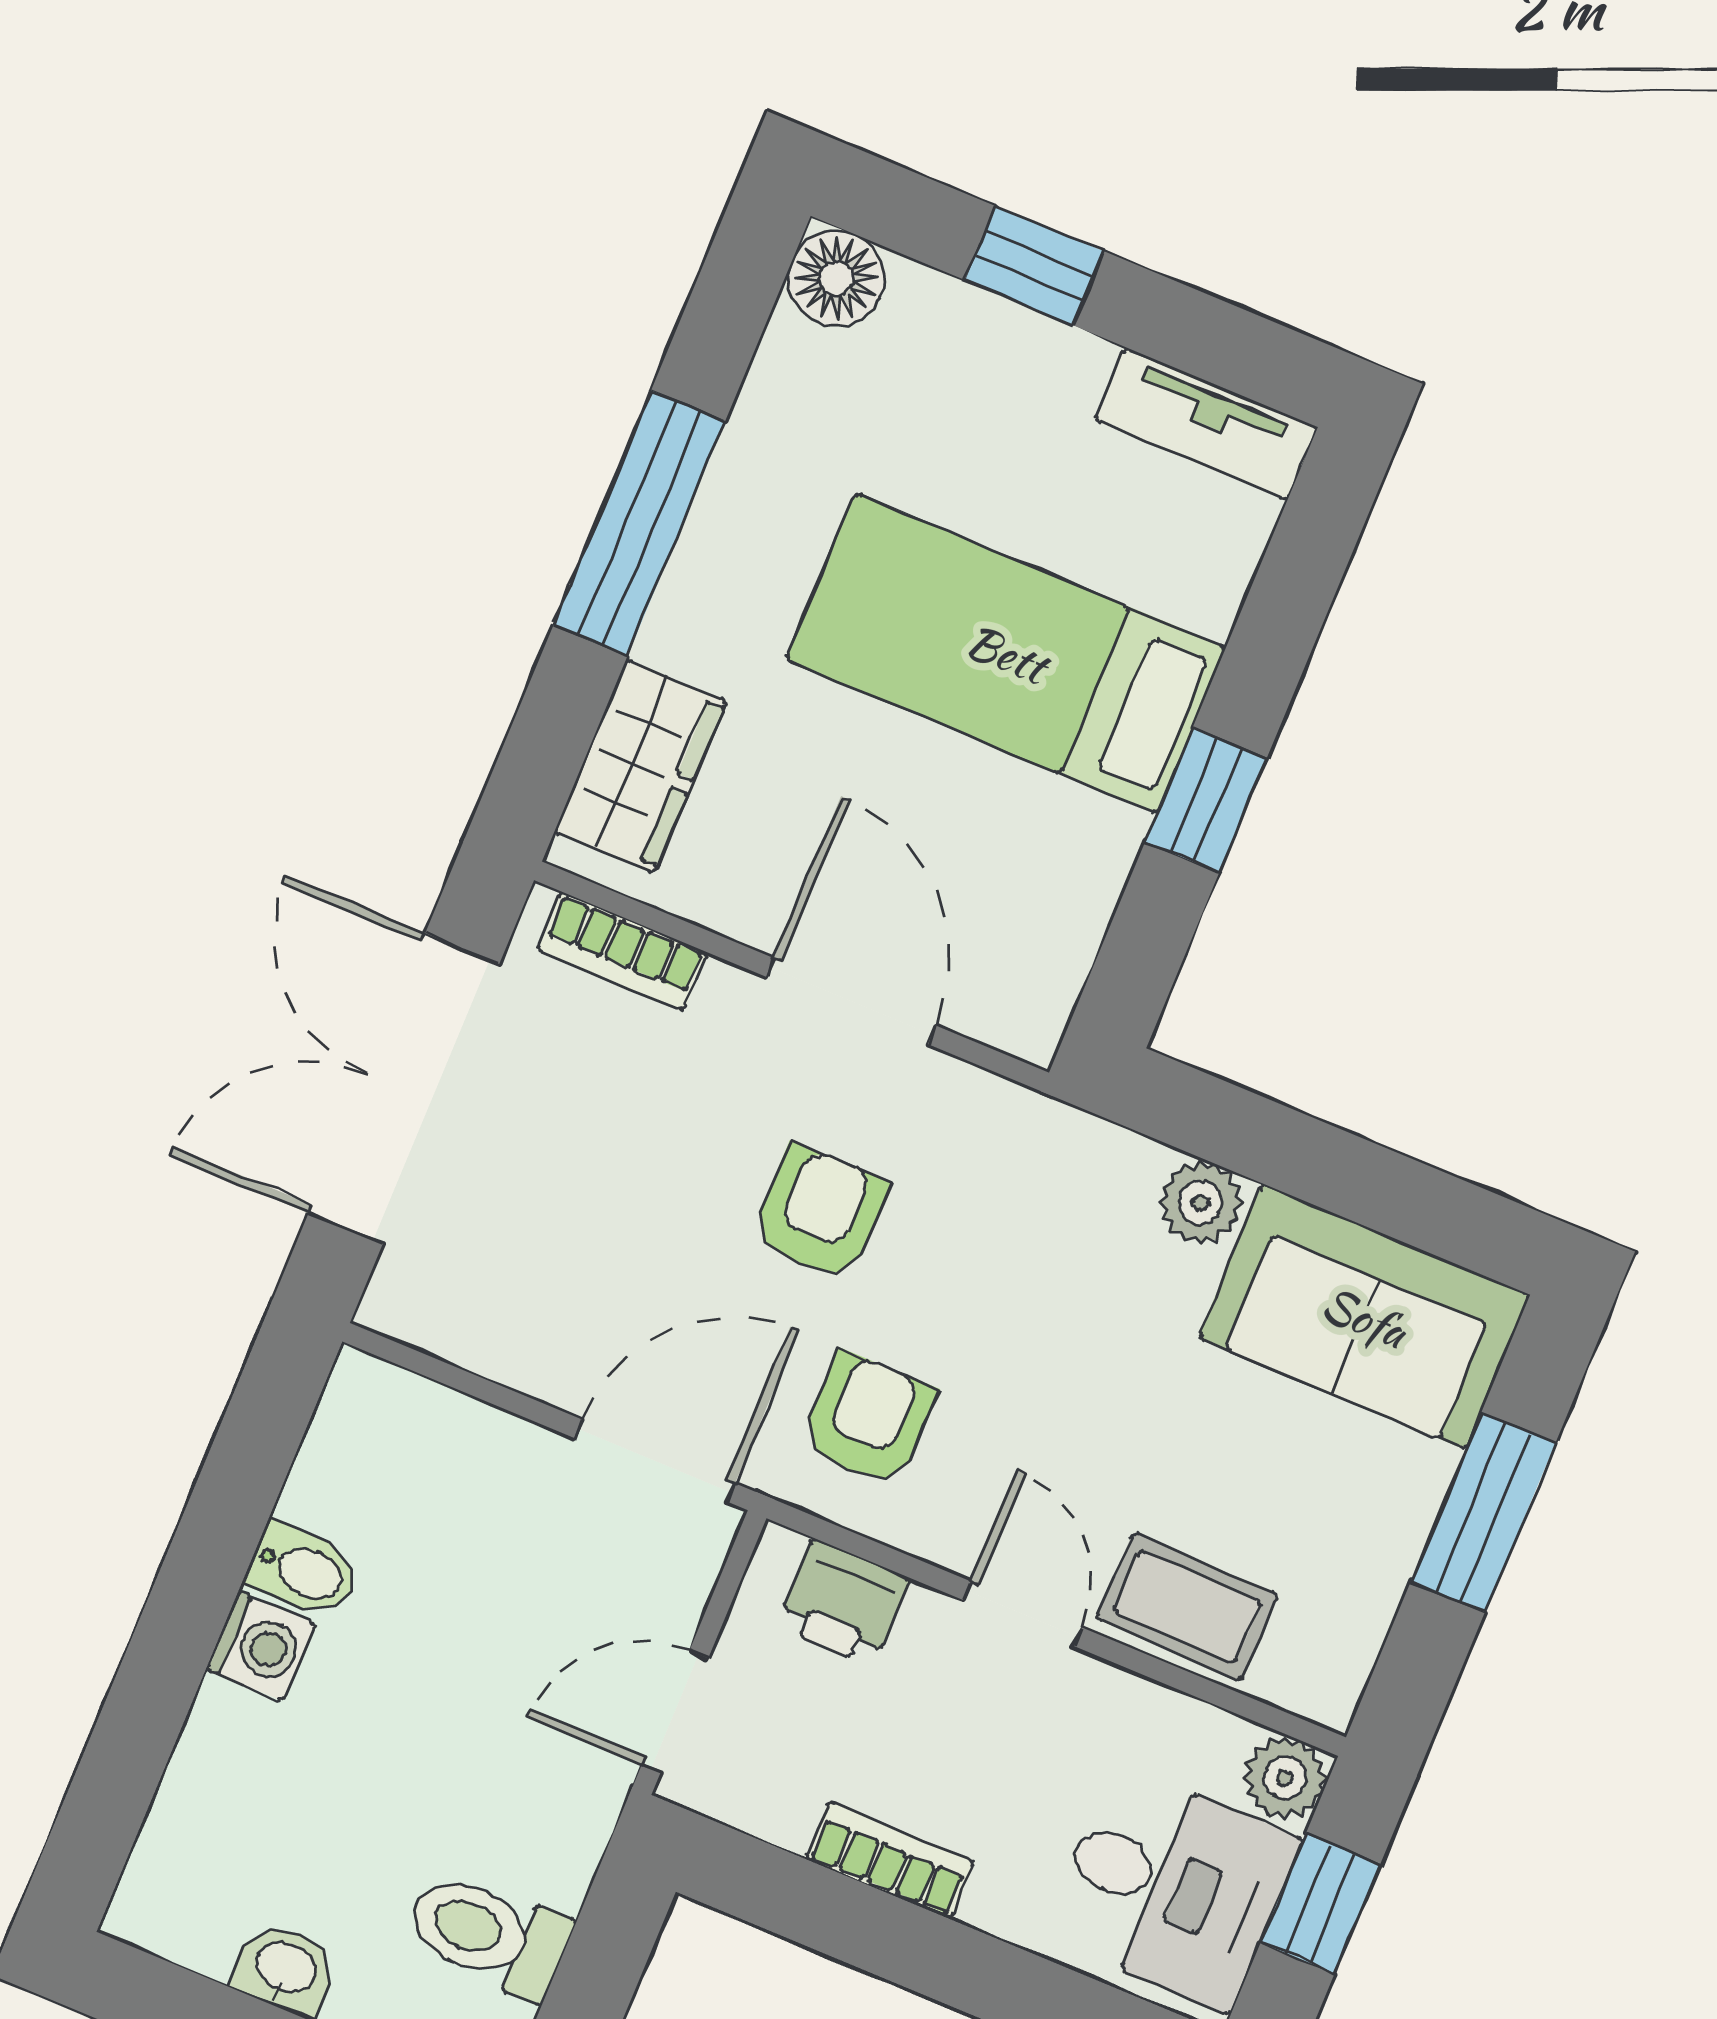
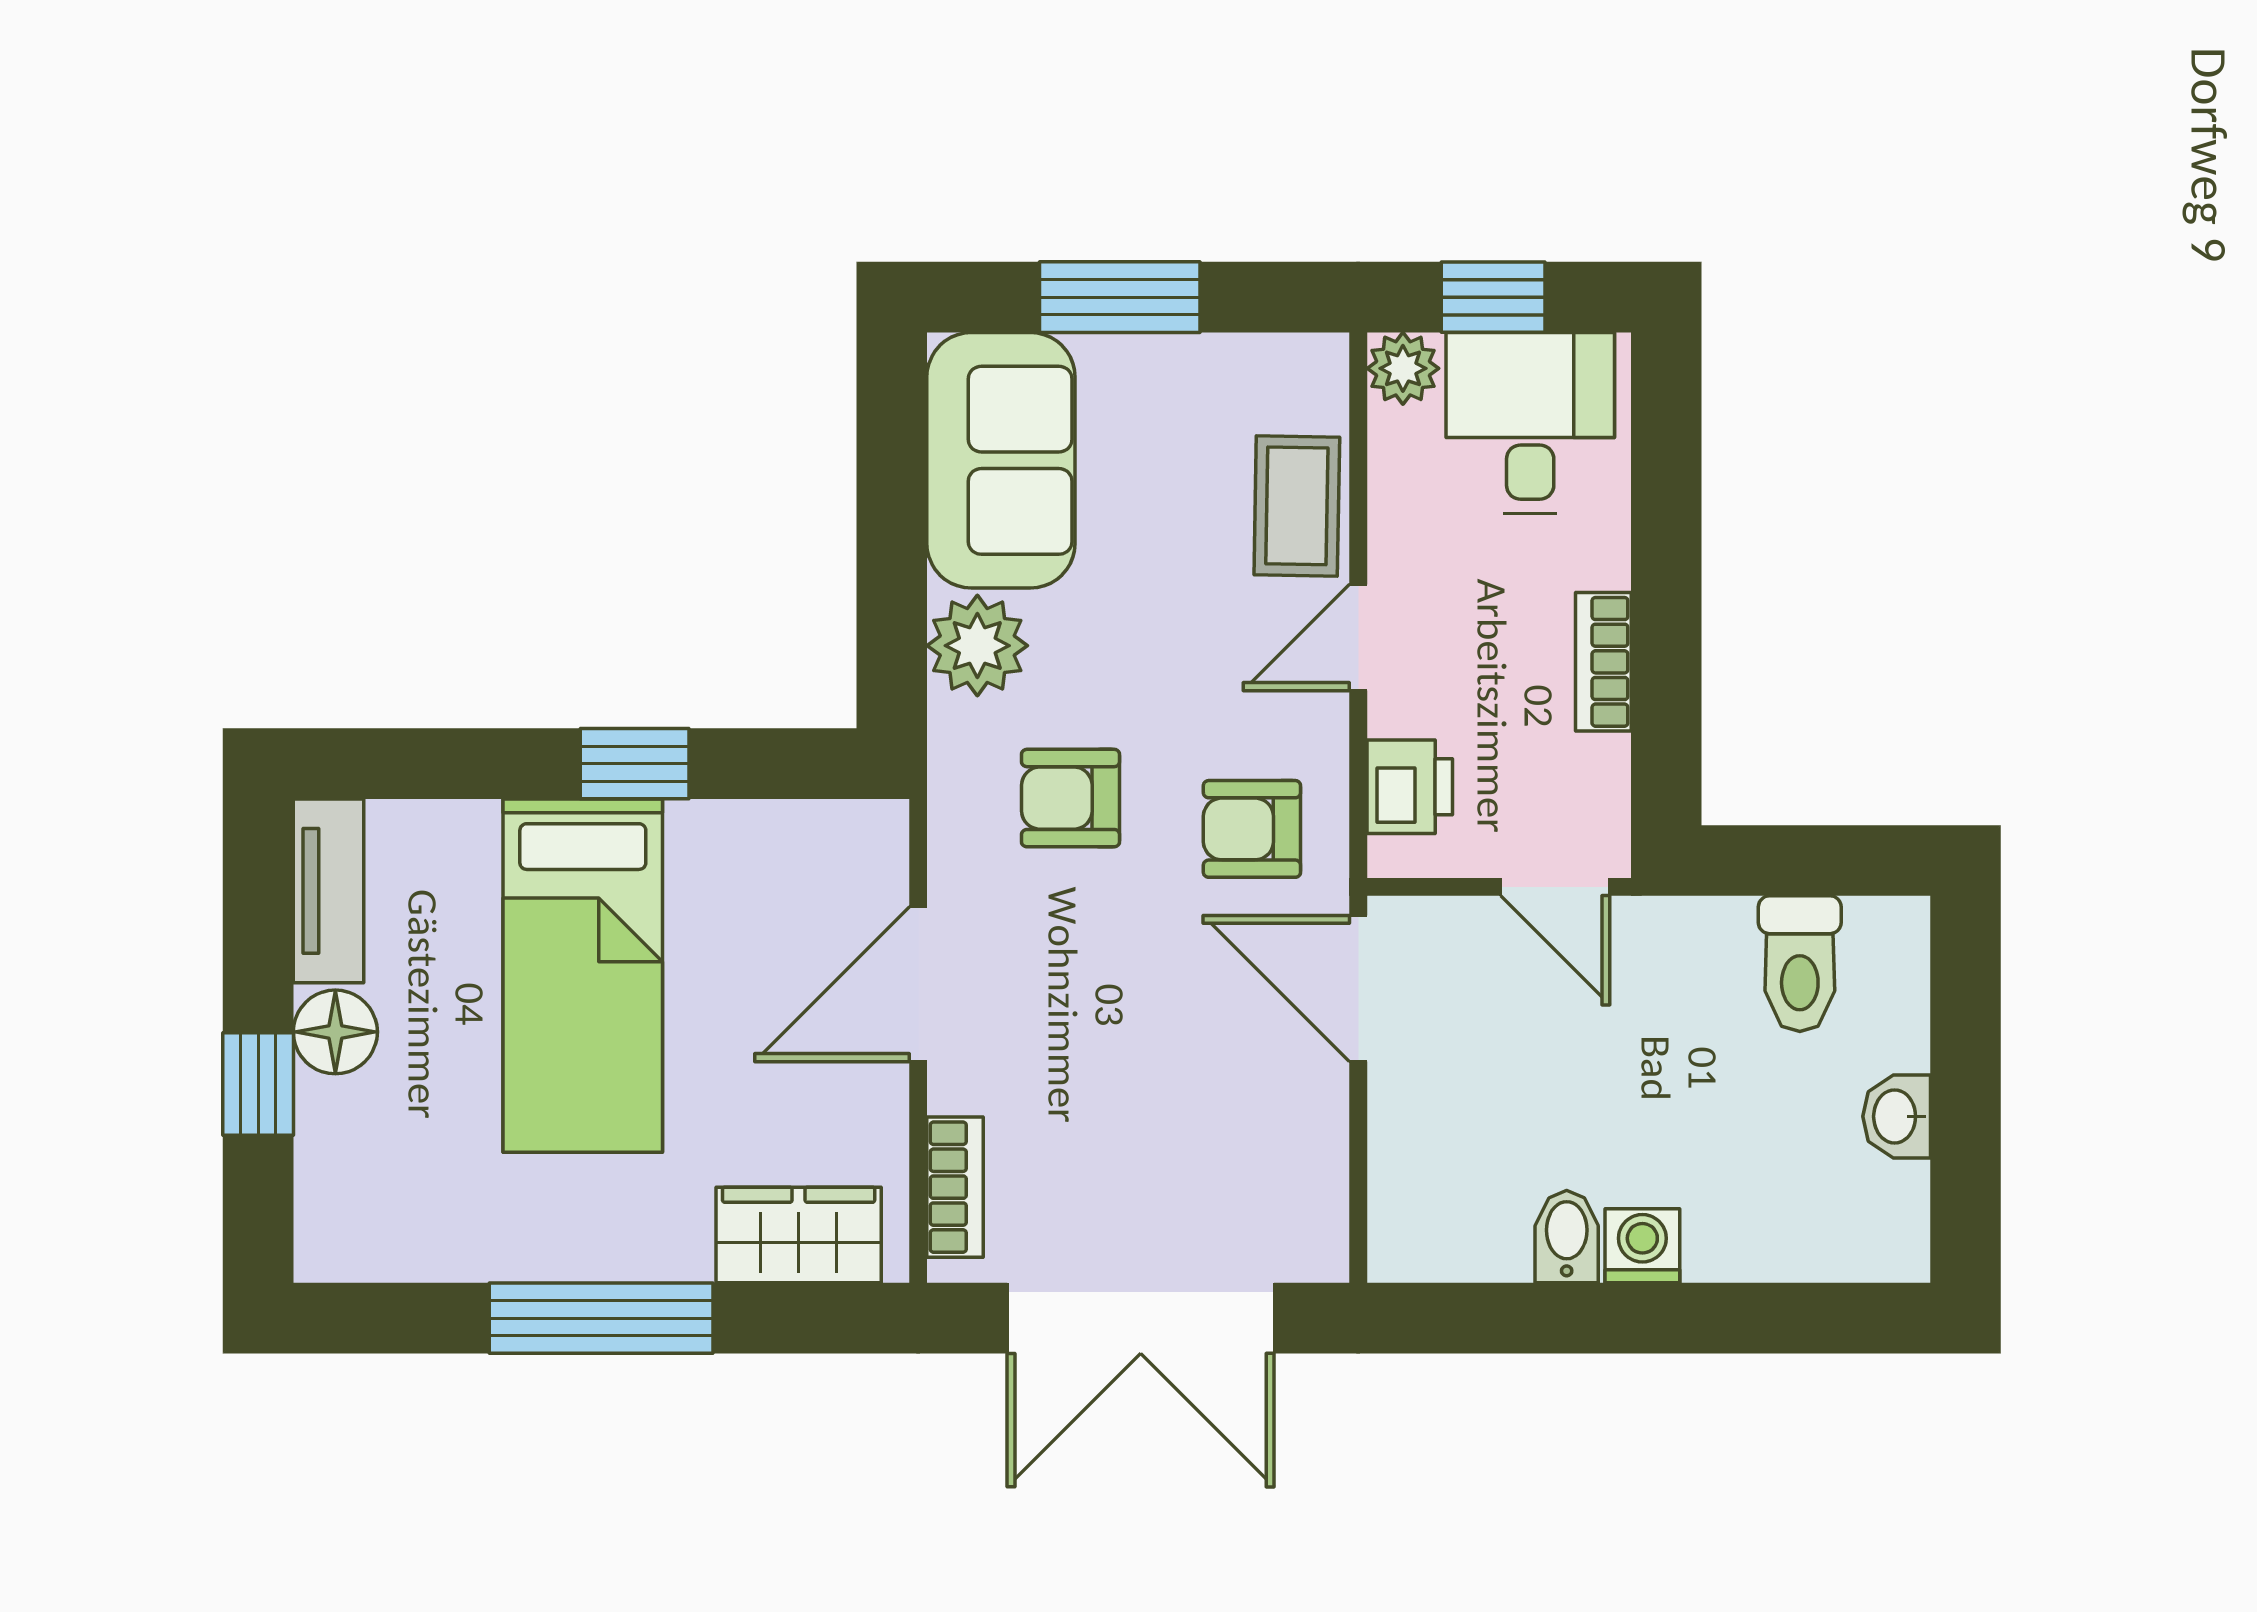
floor lamp: (836, 278) -> (335, 1032), moved
plant: (1201, 1203) -> (977, 646), width x1.38, depth x1.38
armchair: (820, 1213) -> (1071, 798), moved

